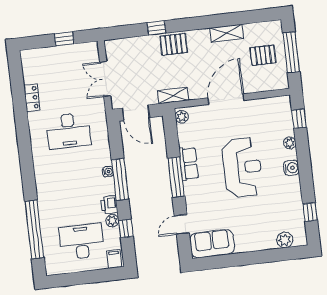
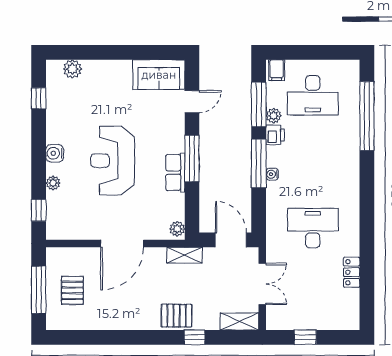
shelving: (227, 33) -> (239, 321), moved
pallet: (263, 55) -> (72, 290), turned 90
window: (126, 228) -> (259, 105), width x2.17

